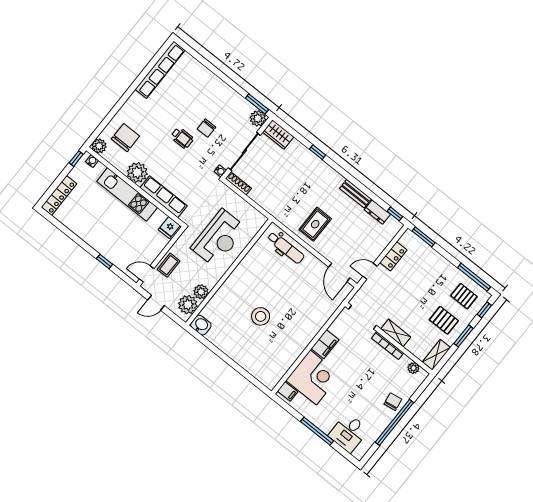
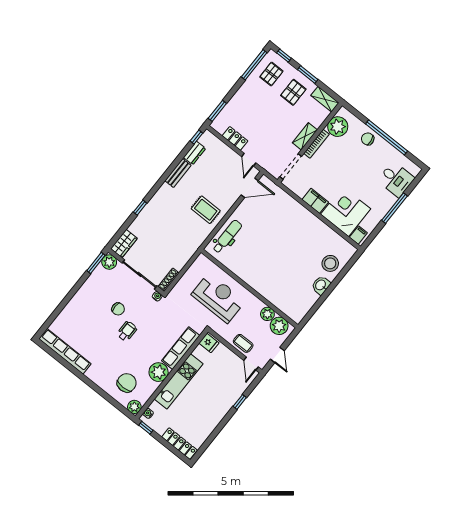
chair: (125, 138) -> (127, 383), turned 90
stool: (261, 316) -> (330, 263), moved
washbasin: (201, 325) -> (321, 285), moved
plant: (413, 368) -> (338, 127), width x1.88, depth x1.88

